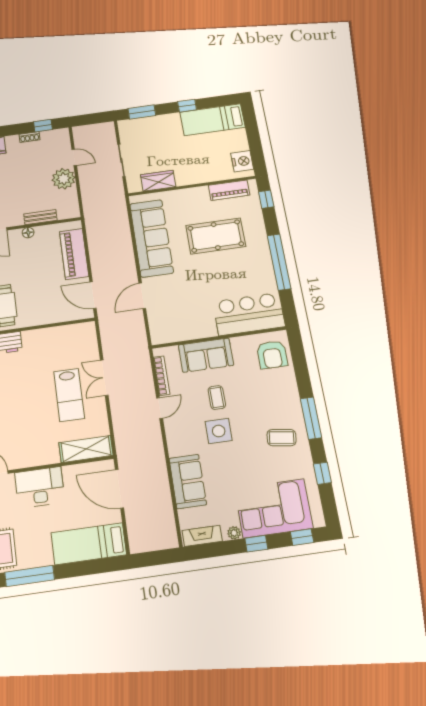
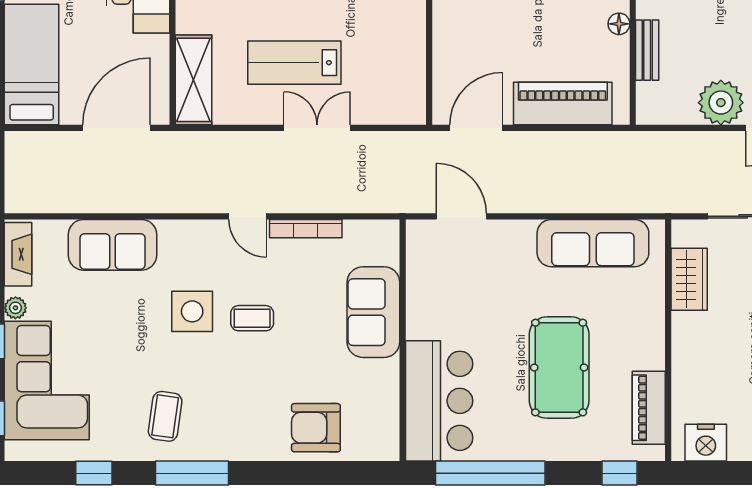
sofa: (151, 238) -> (593, 243), width x0.74, depth x0.79
bar counter: (249, 314) -> (439, 401), moved
wall: (219, 338) -> (403, 340), moved
sofa: (206, 355) -> (373, 312), moved

